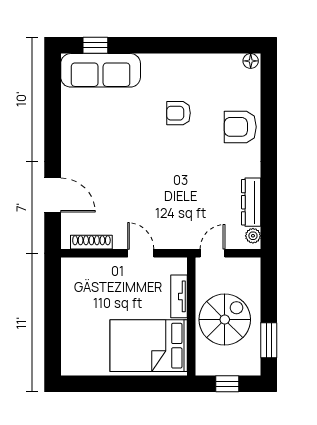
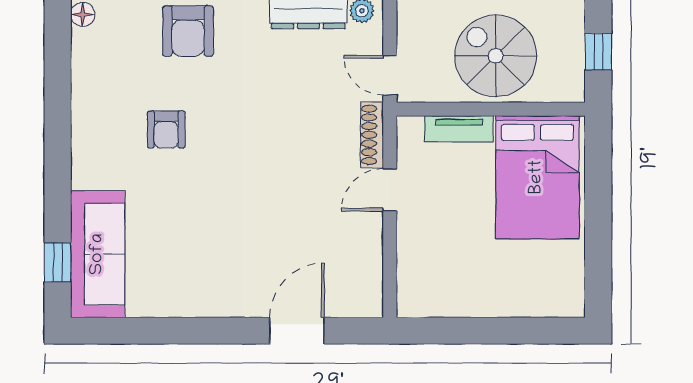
shoe rack: (91, 242) -> (372, 135), moved

